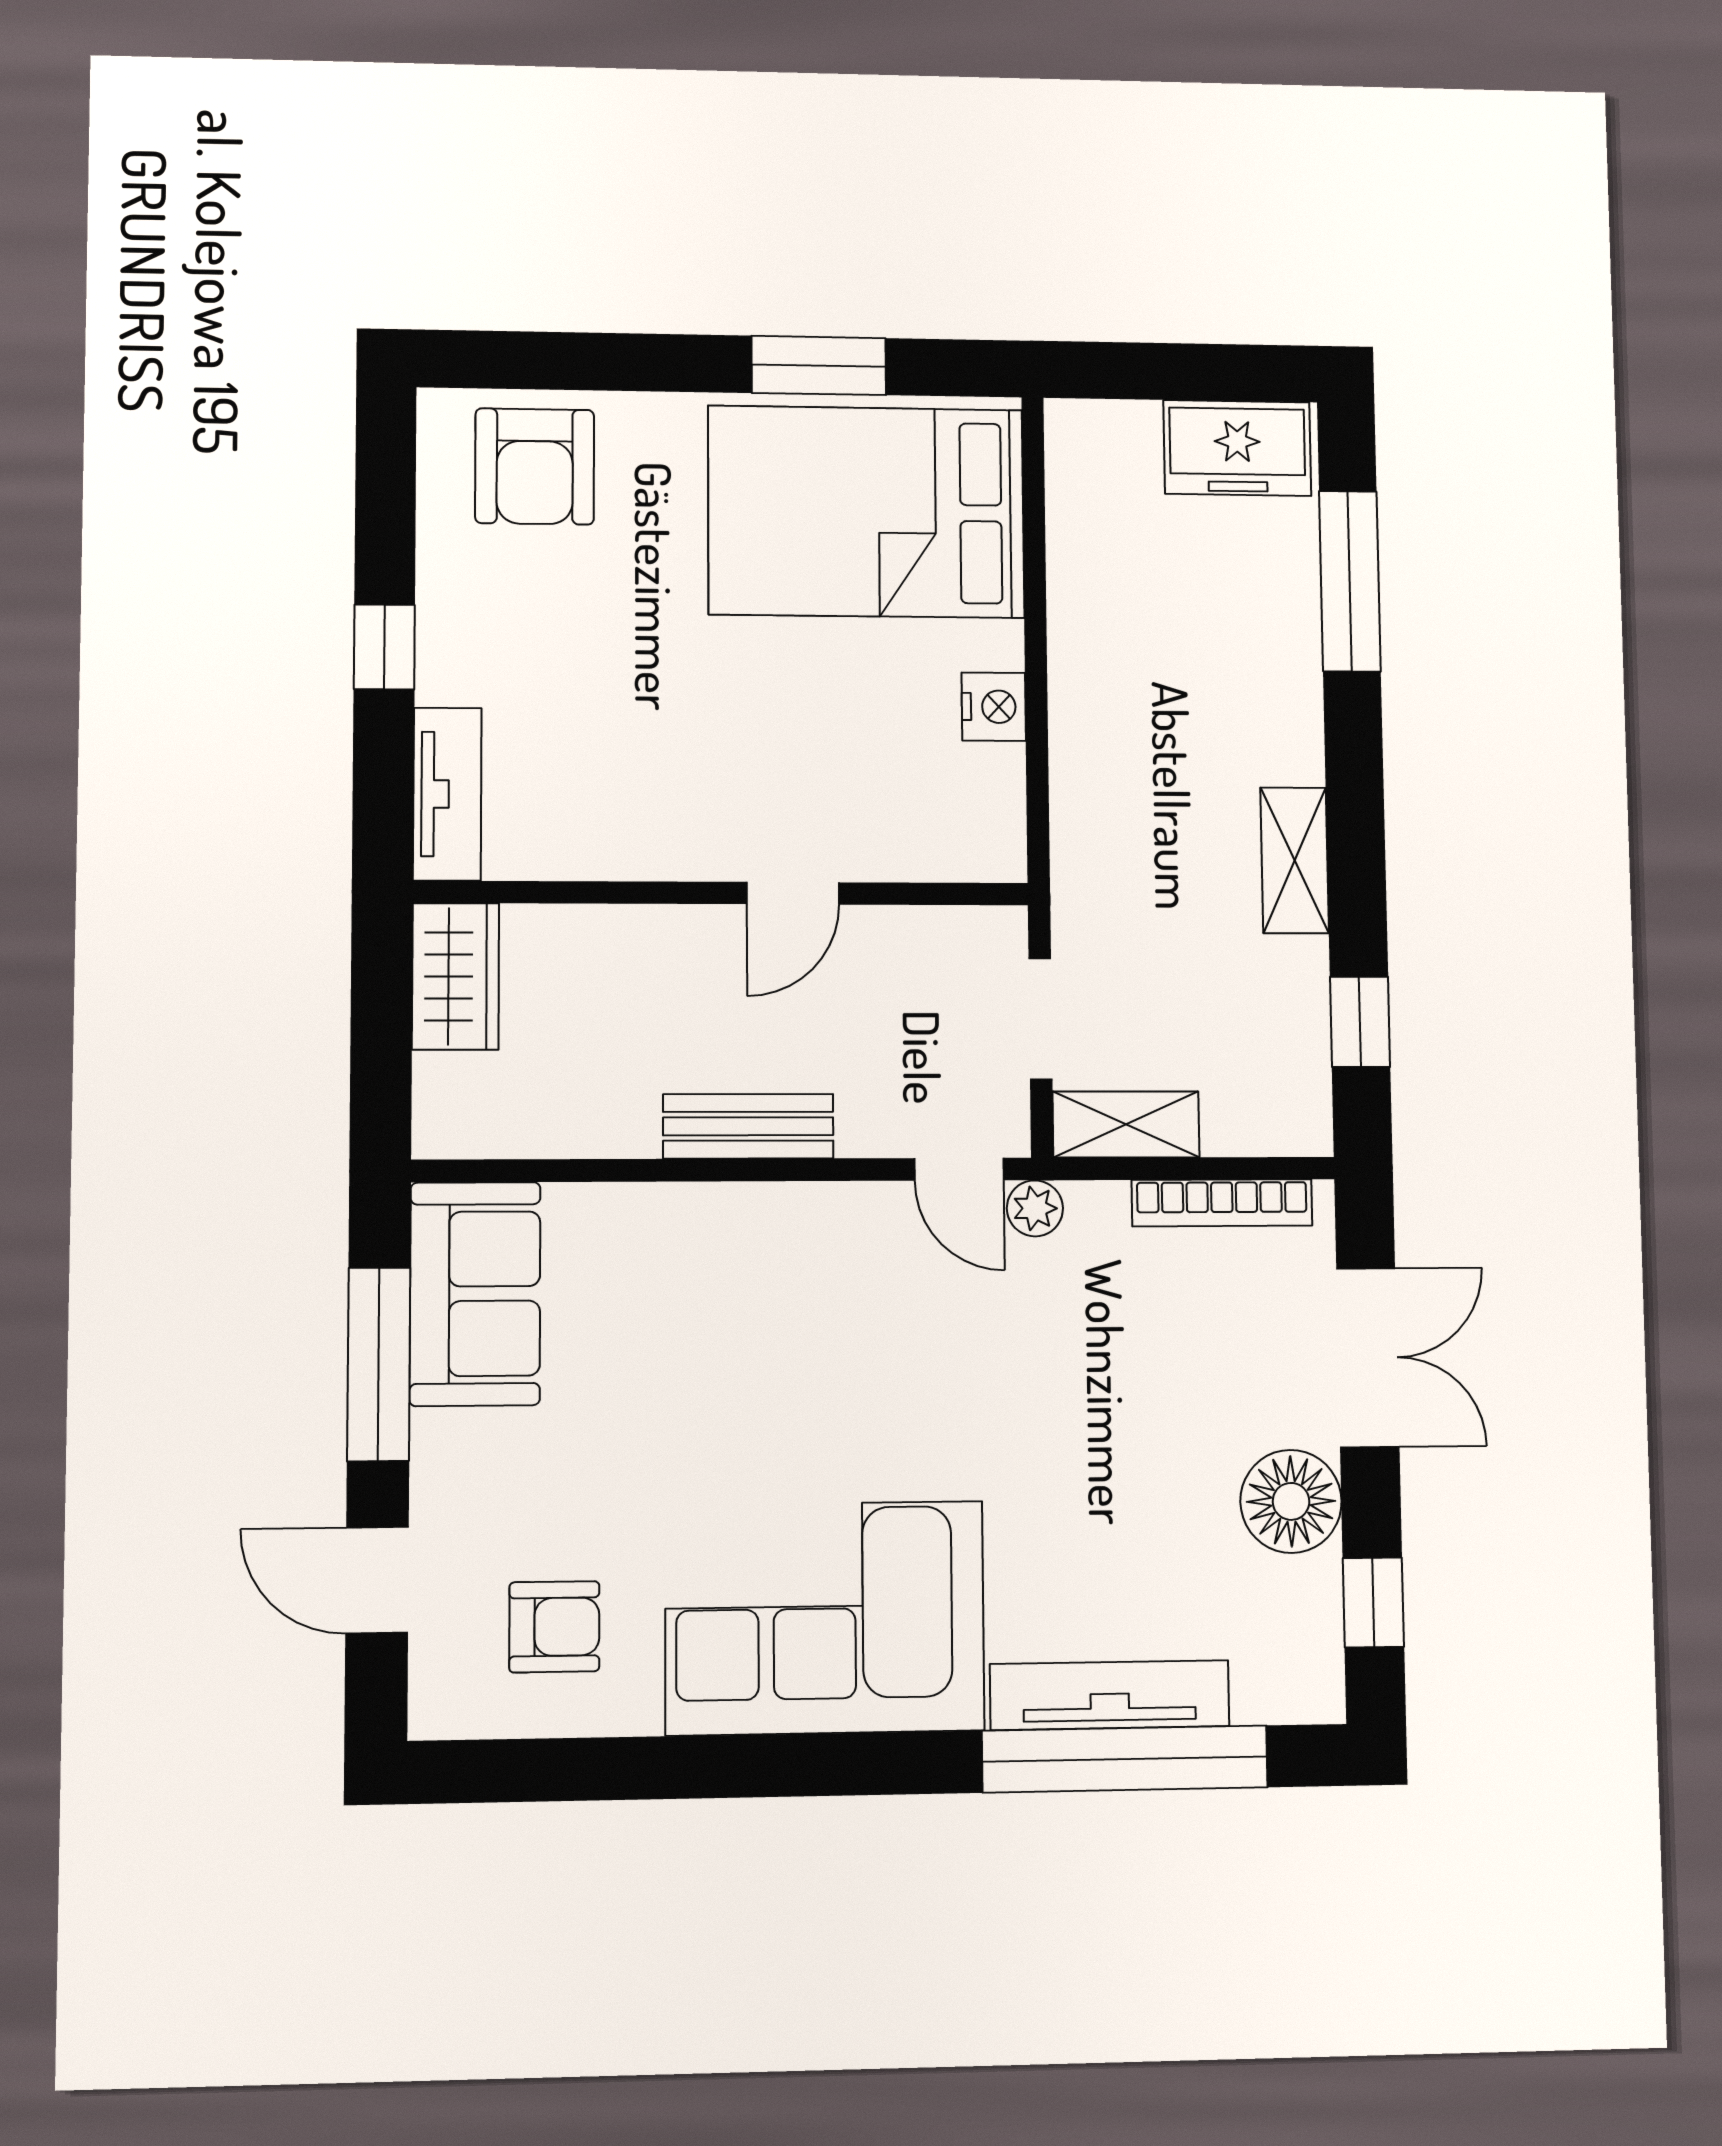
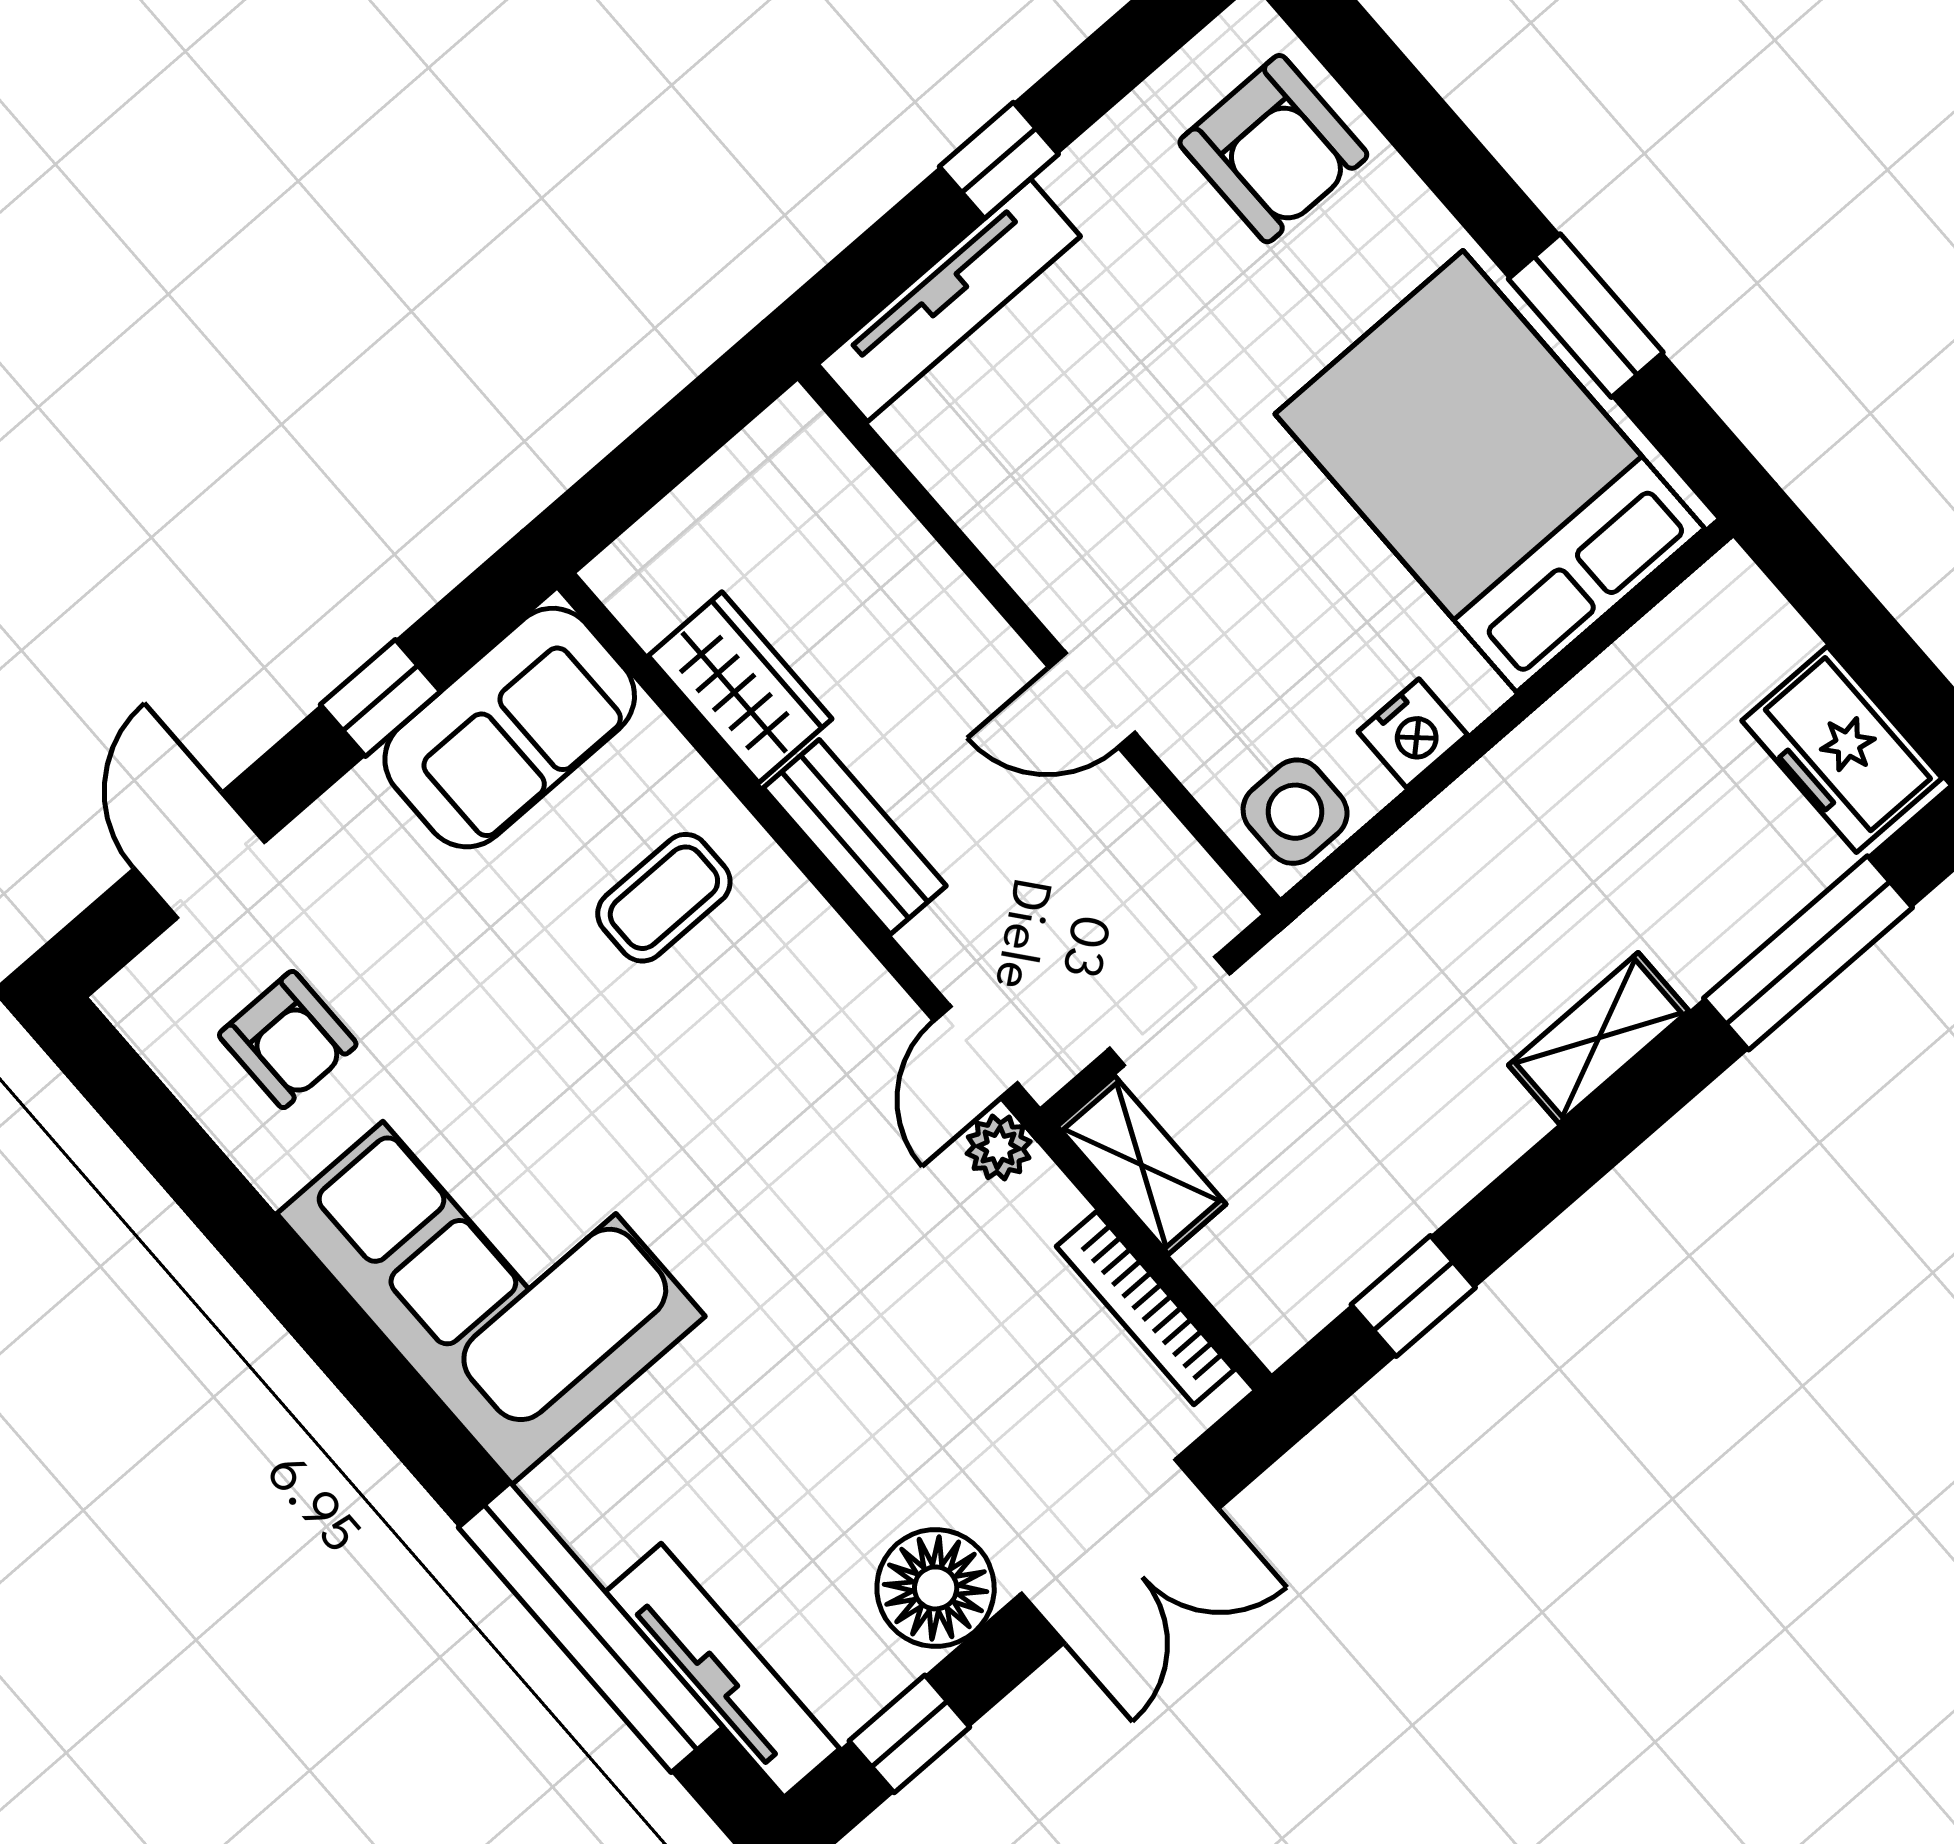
armchair: (535, 466) -> (1273, 149), turned -90
tv unit: (447, 794) -> (949, 300), width x1.41
side table: (980, 826) -> (1295, 812), added
shelving: (1295, 860) -> (1599, 1038), moved
wardrobe: (456, 976) -> (740, 687), moved, turned -90
coffee table: (679, 1288) -> (664, 898), added
window: (379, 1364) -> (380, 698), width x0.46
tv unit: (1110, 1695) -> (723, 1670), moved

